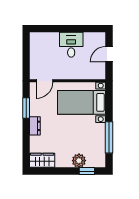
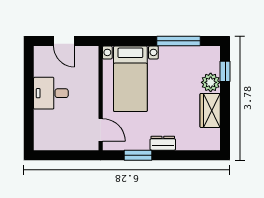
wardrobe: (42, 160) -> (210, 110), moved

